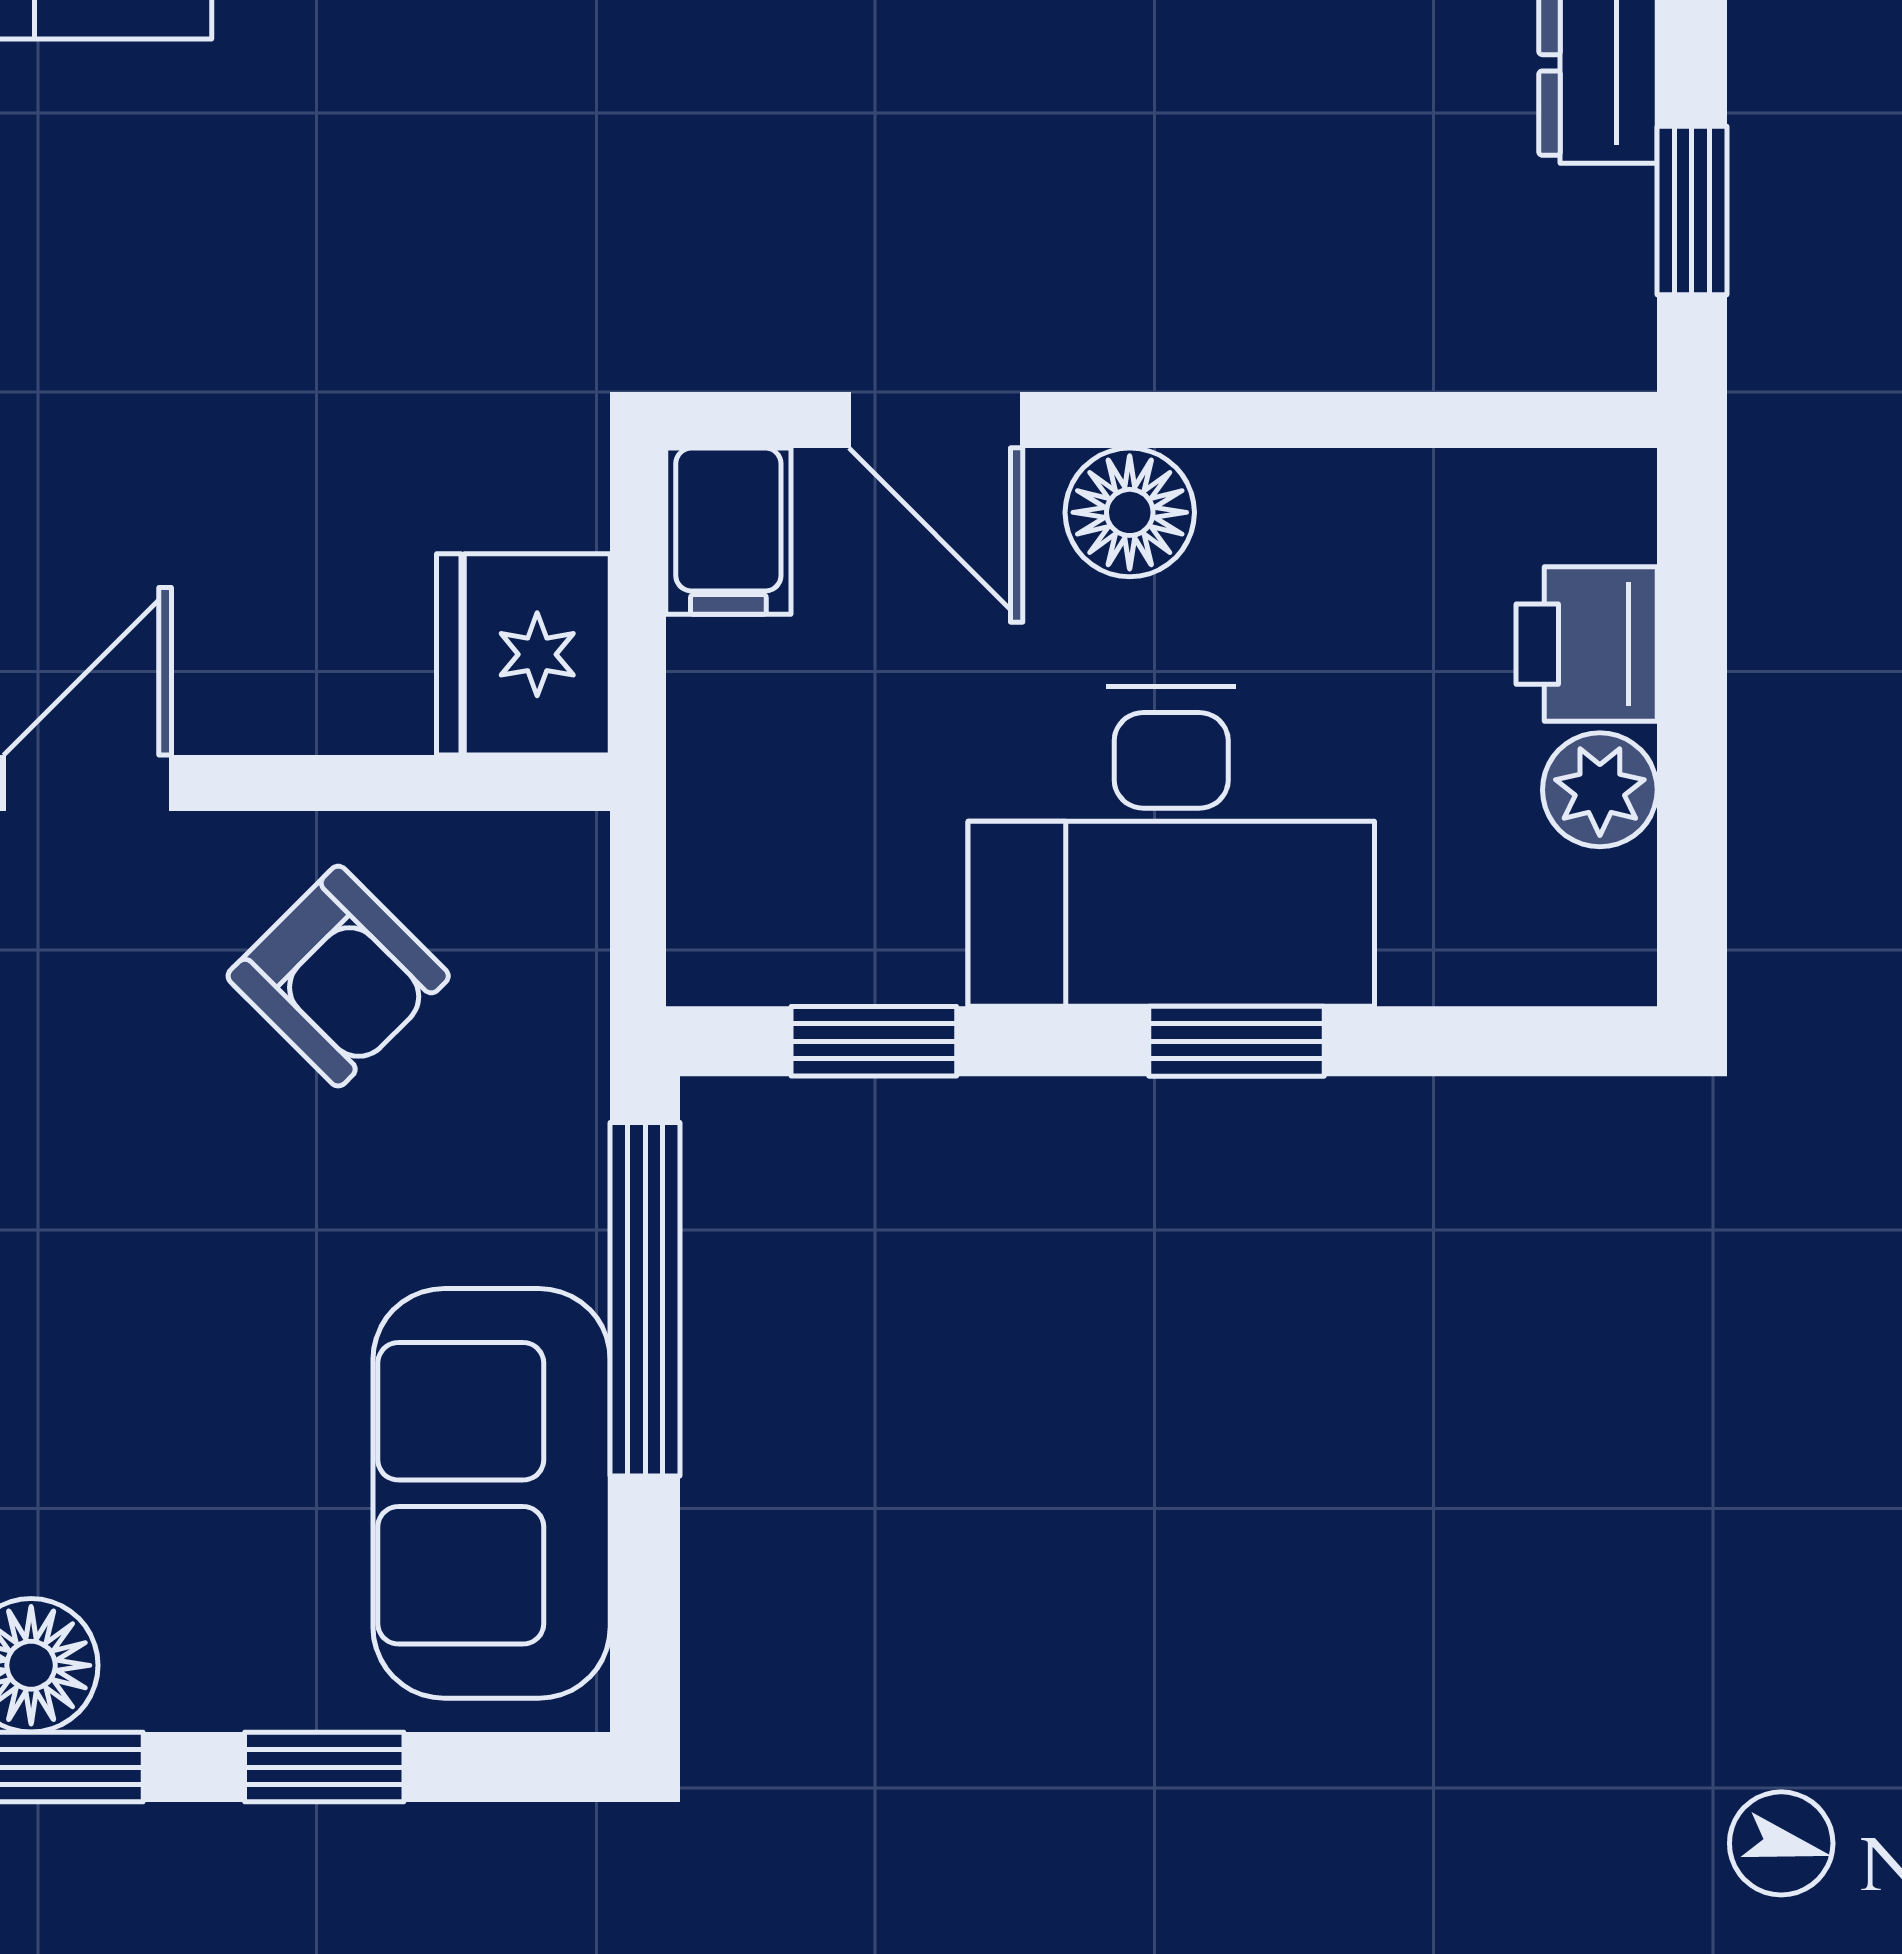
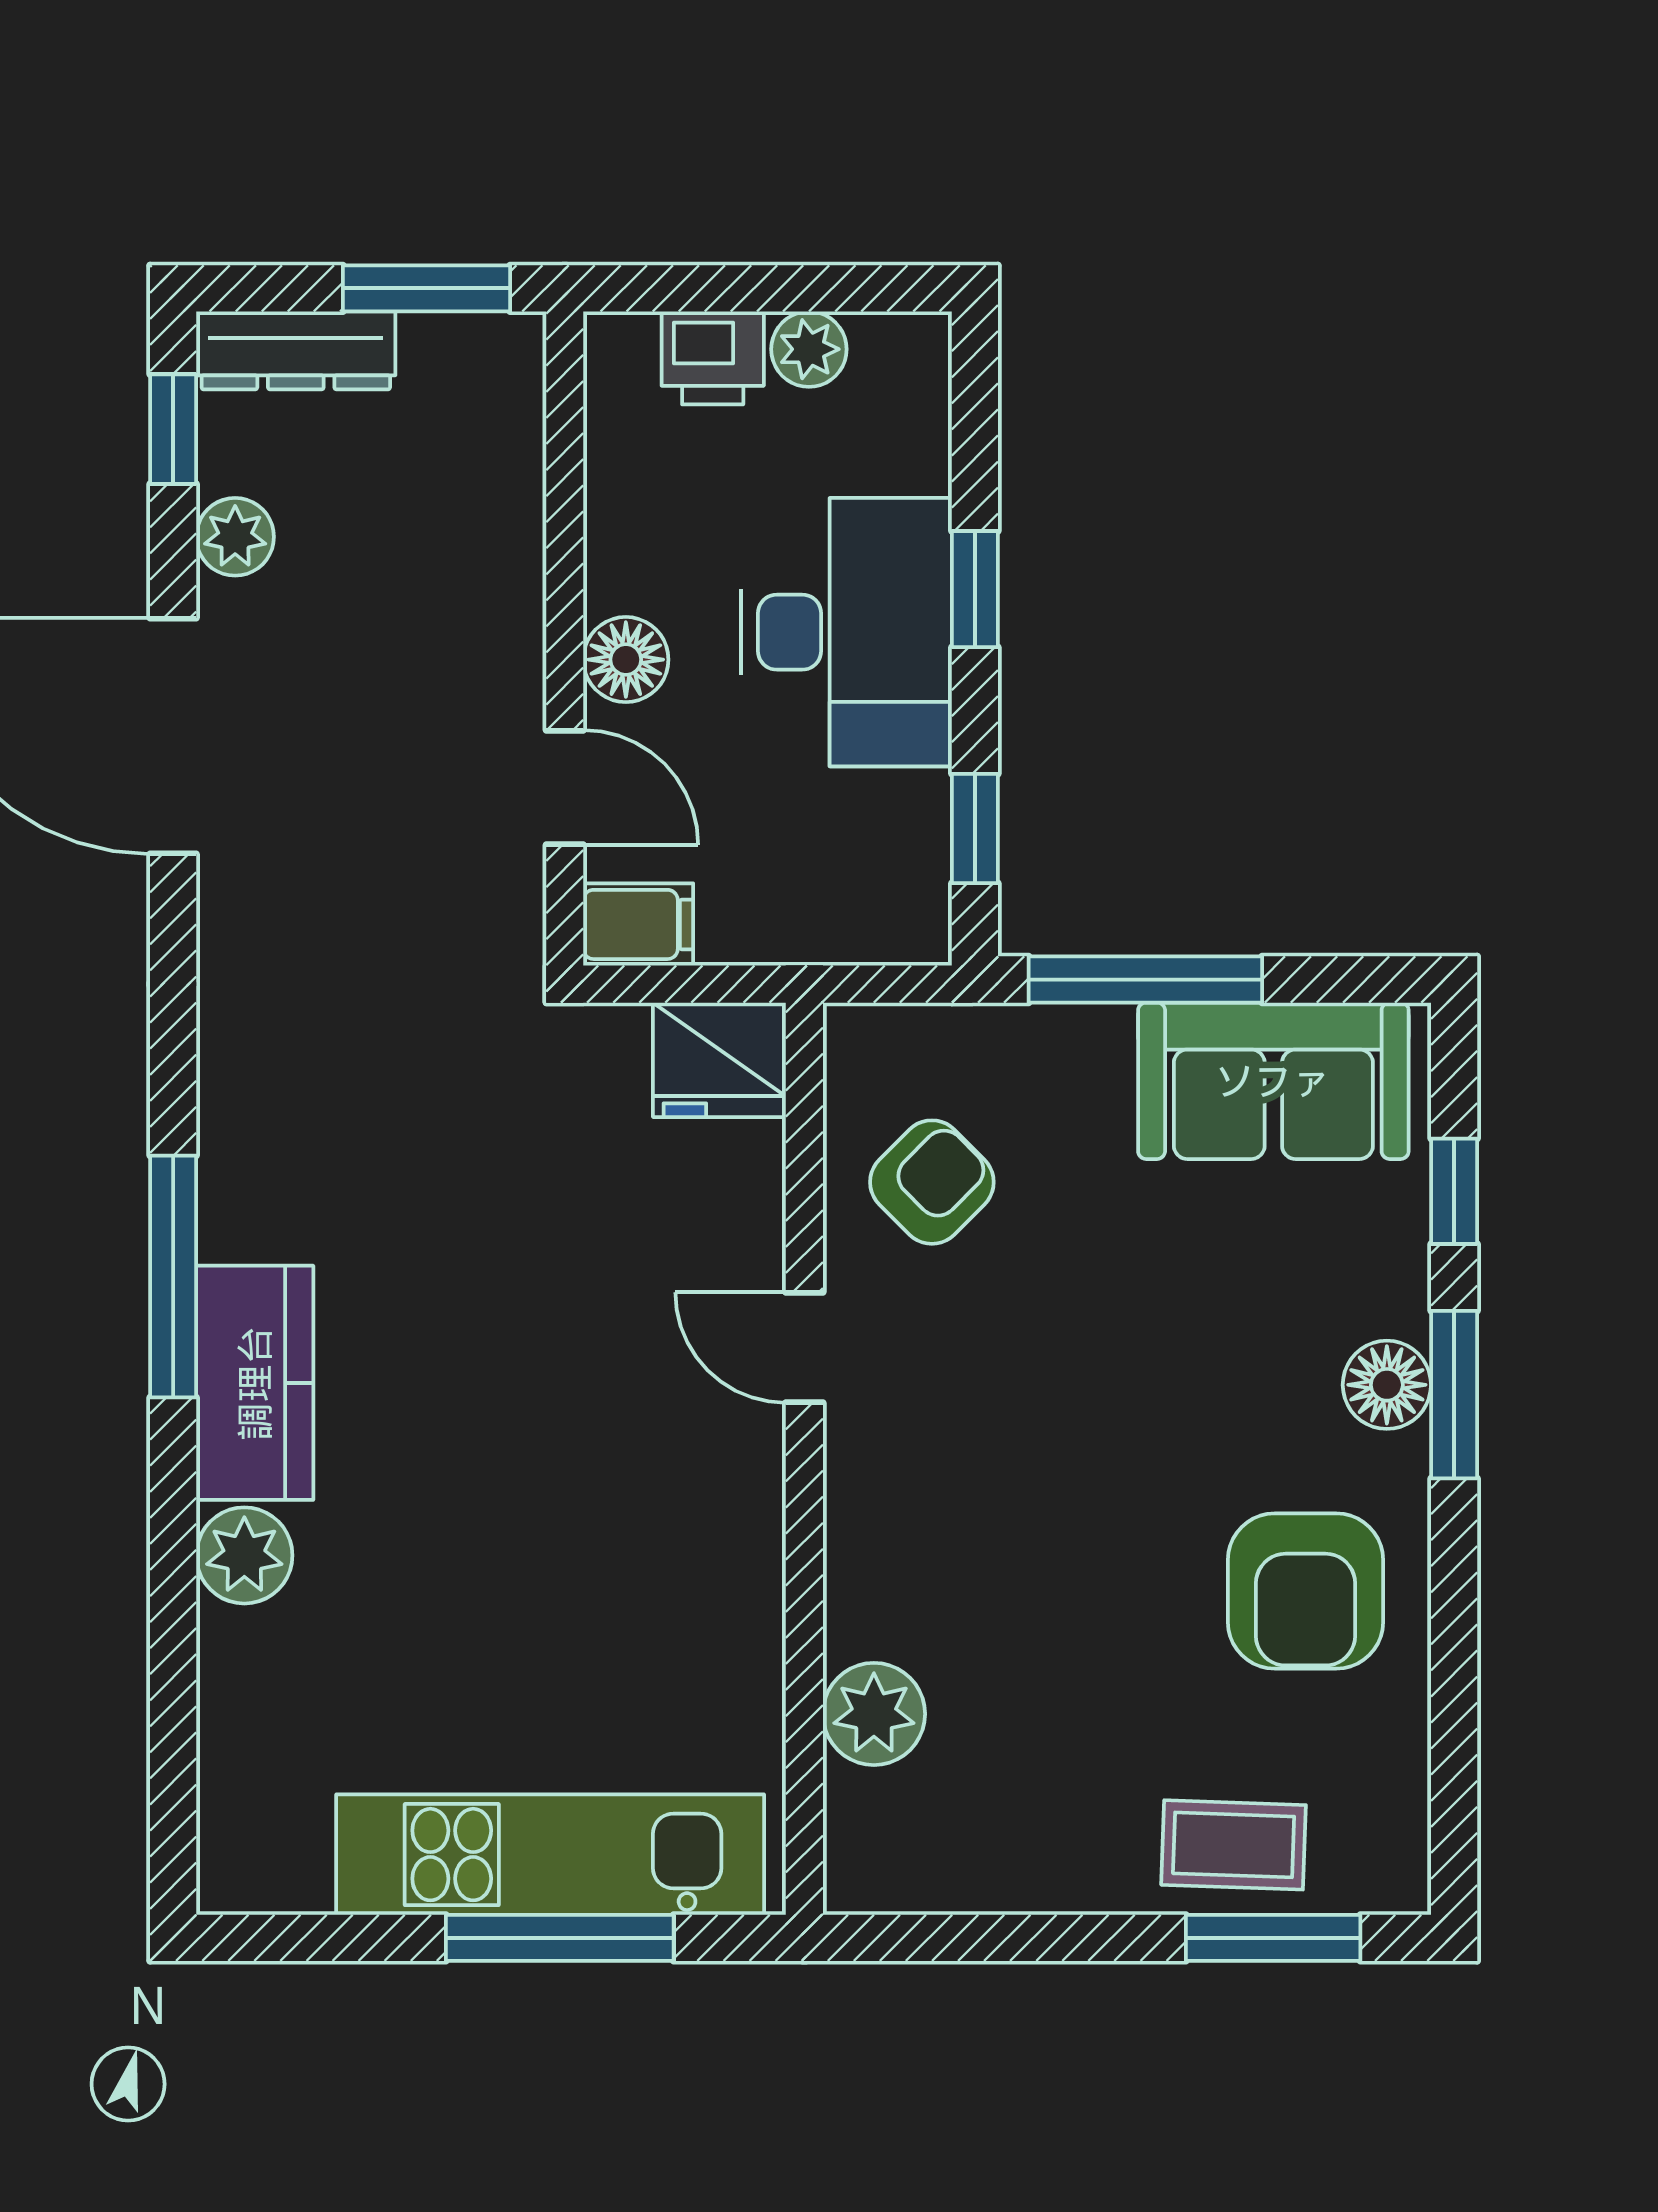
window: (1692, 211) -> (427, 288), width x1.50
door: (936, 420) -> (565, 788), hinge flipped

